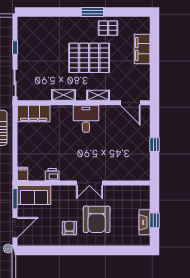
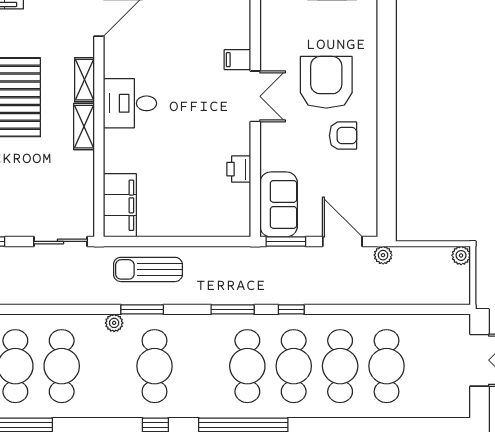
shelving: (63, 95) -> (84, 127), moved
filing cabinet: (22, 174) -> (237, 60), moved
armchair: (97, 219) -> (326, 82), turned -90
armchair: (69, 228) -> (343, 136), turned 180

